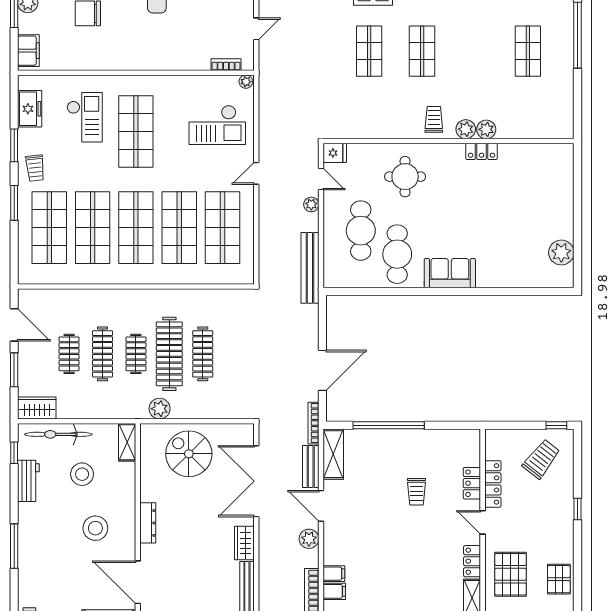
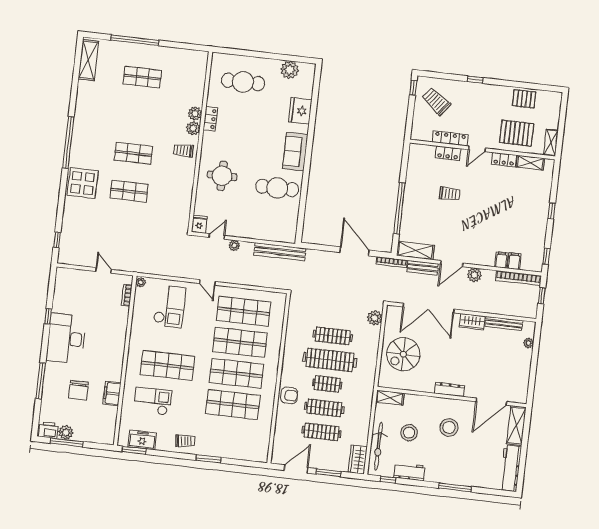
filing cabinet: (28, 51) -> (112, 393), moved, turned -90
window: (14, 145) -> (134, 450), moved
shop shelf: (49, 228) -> (229, 436), removed
cafe table: (361, 231) -> (243, 82), moved
fridge: (507, 273) -> (300, 111), added
armchair: (114, 304) -> (289, 395), added
clothes rail: (69, 354) -> (322, 432), width x1.36
plant: (160, 409) -> (375, 318), moved

